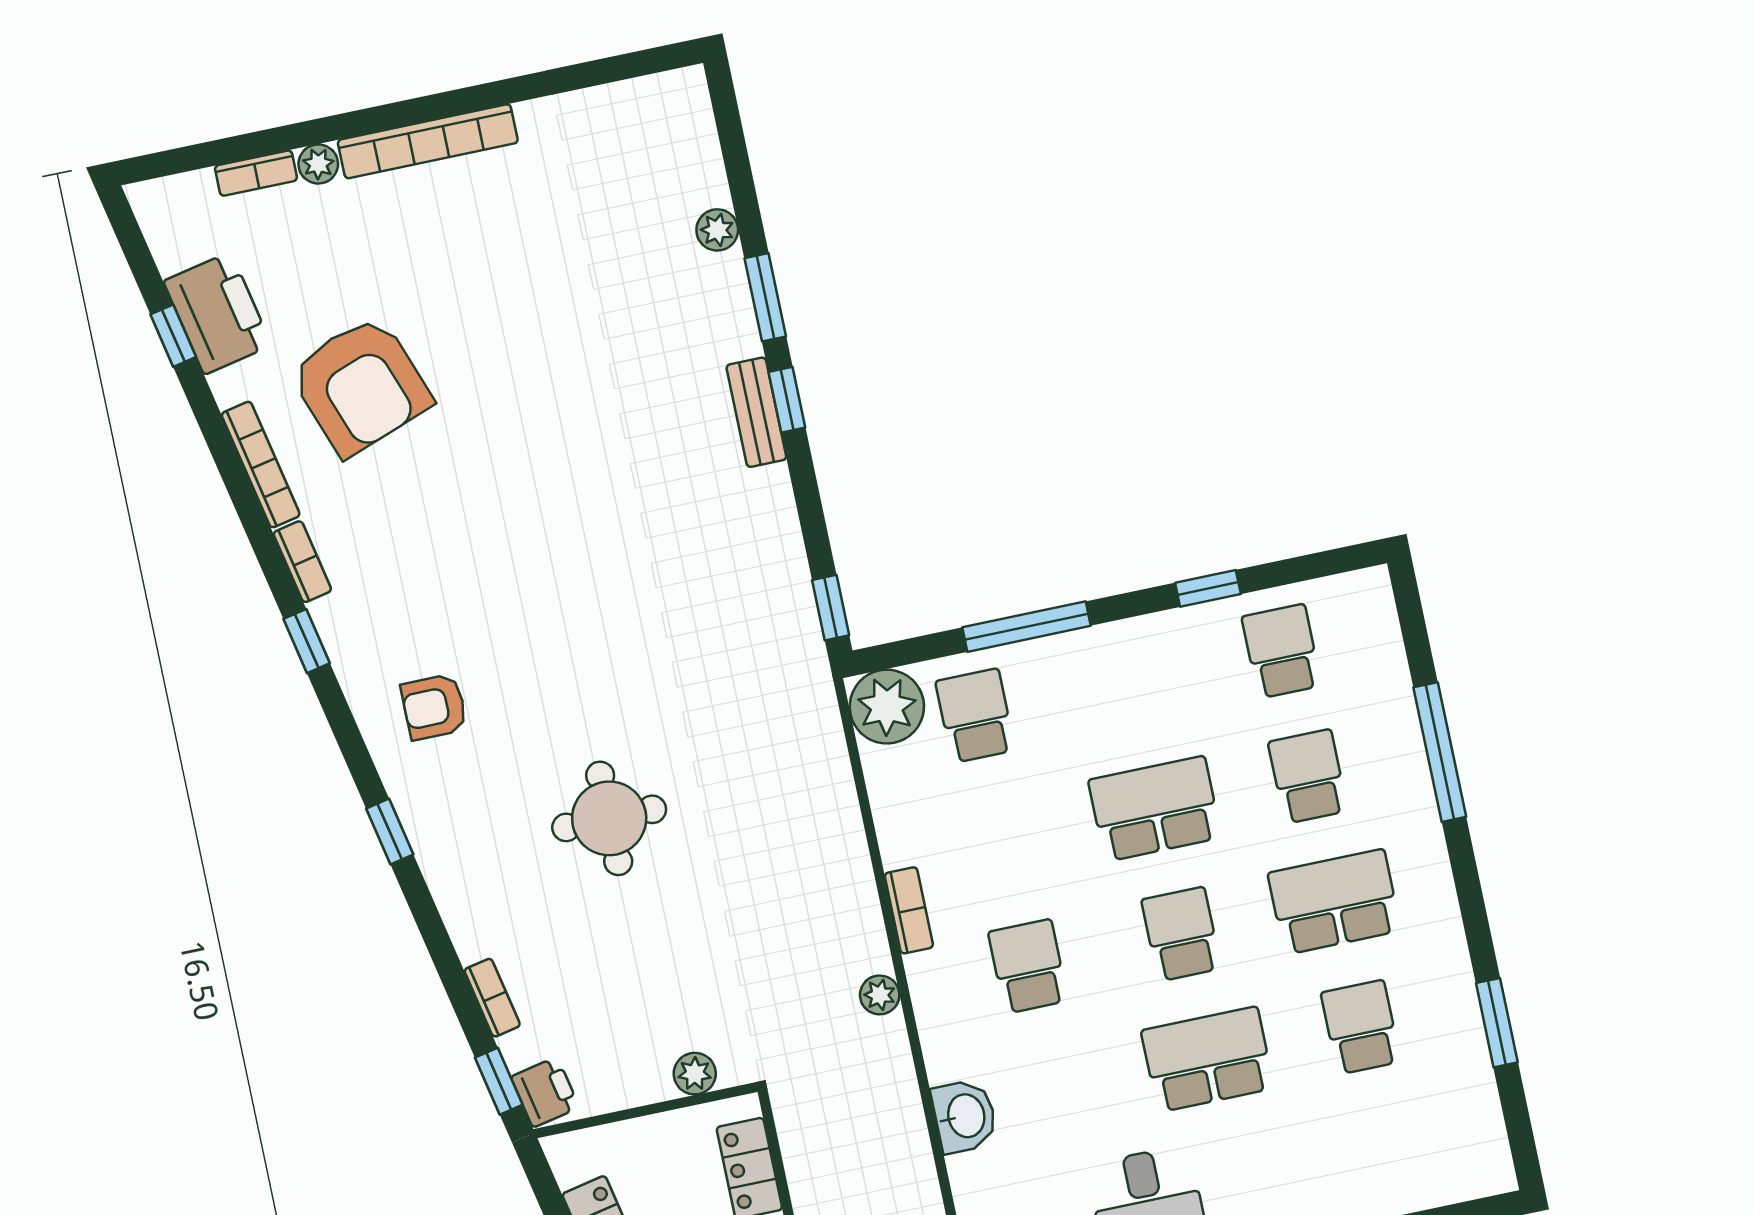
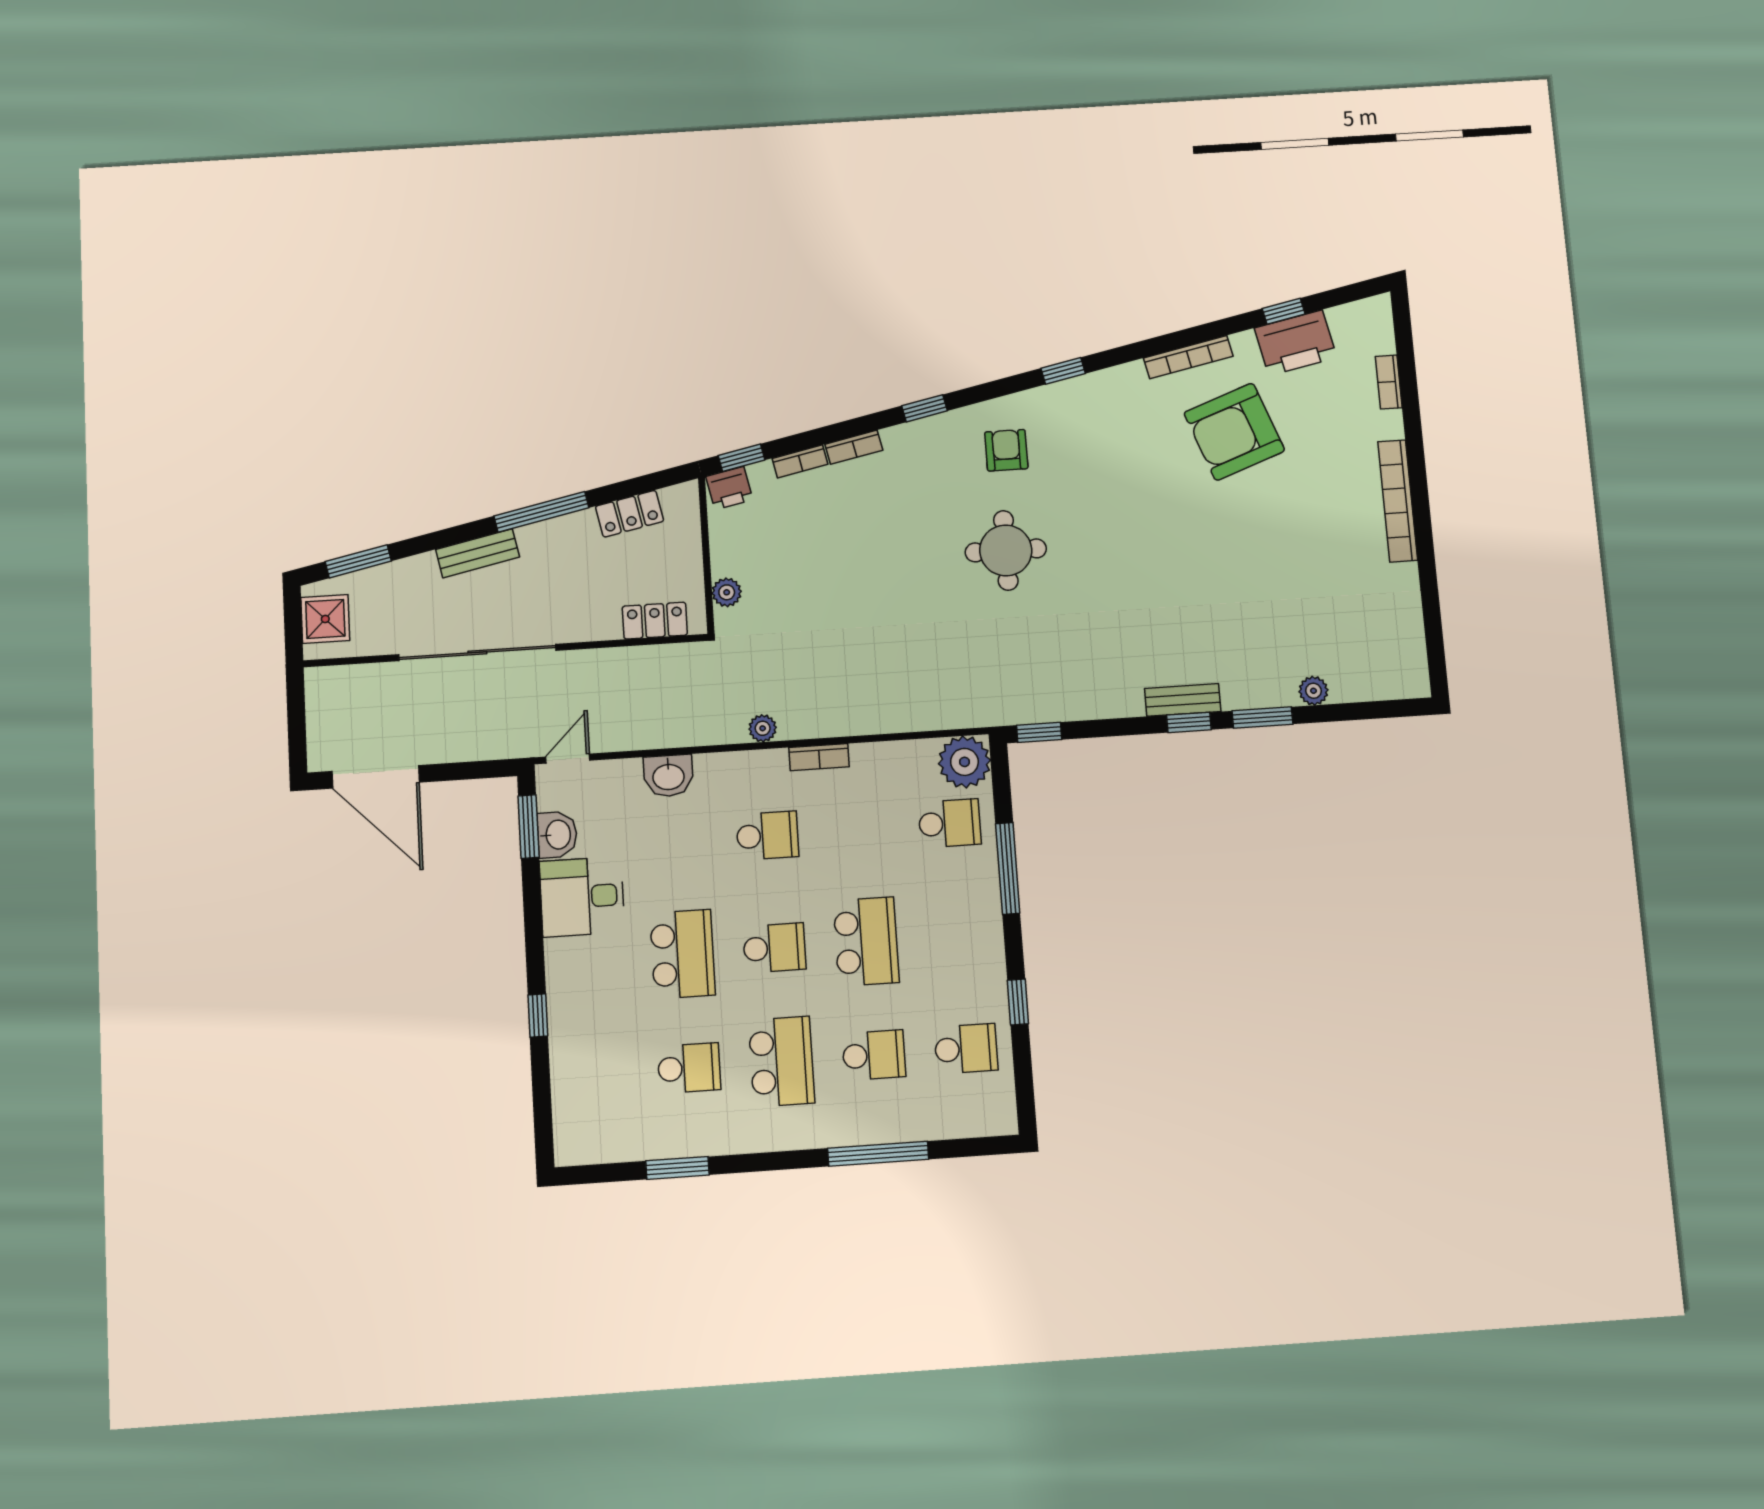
plant: (318, 164) -> (1390, 425), removed
bookcase: (302, 562) -> (854, 447), moved
round table: (609, 818) -> (1006, 550), moved

